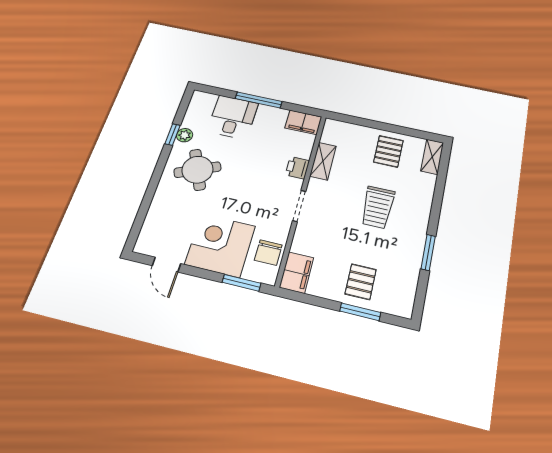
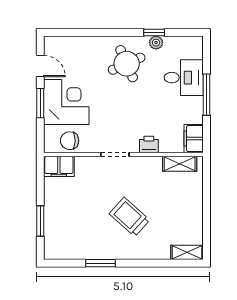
pallet: (388, 151) -> (183, 216), removed
shelving: (323, 161) -> (180, 164), moved
trolley: (378, 207) -> (129, 217), turned 42
door: (166, 265) -> (40, 66), swing flipped
pallet: (361, 282) -> (64, 216), removed
window: (241, 283) -> (40, 103), moved

